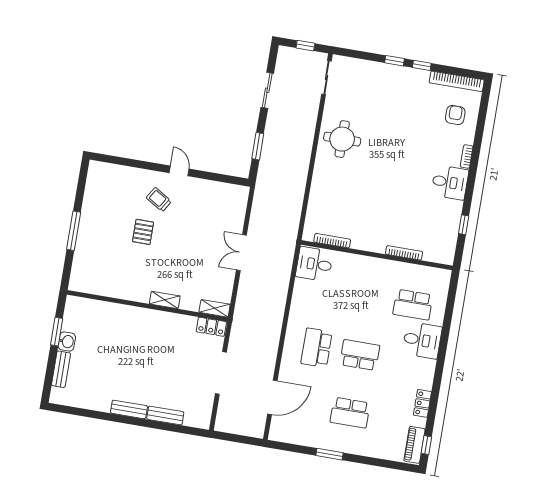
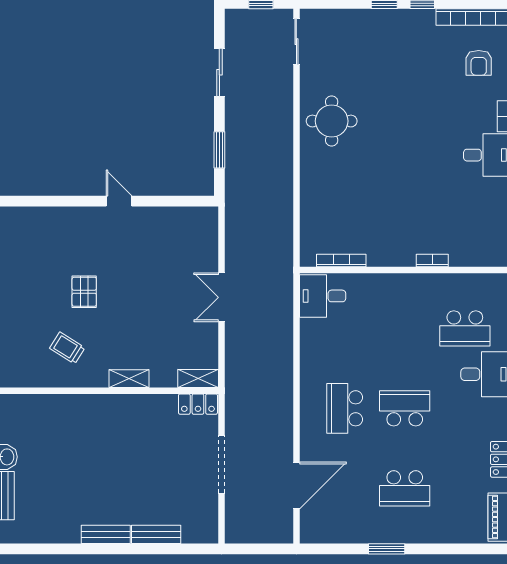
armchair: (455, 115) -> (479, 63), turned 180
trolley: (159, 199) -> (67, 348), moved
bookcase: (404, 253) -> (432, 260), width x0.64

